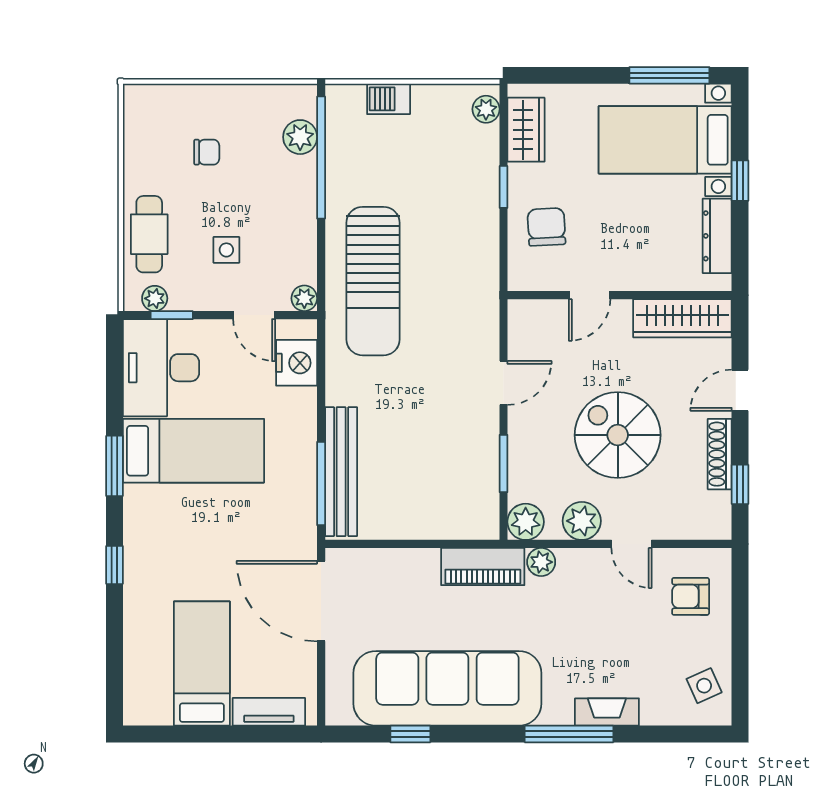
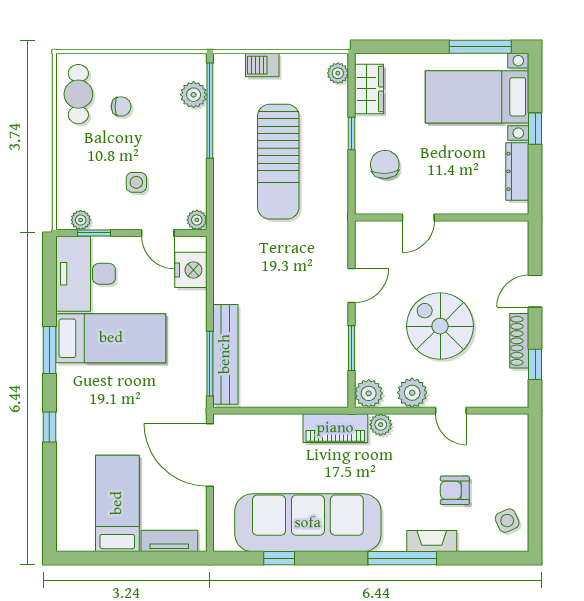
cafe table: (149, 234) -> (78, 94), moved
sun lounger: (373, 281) -> (278, 162), moved
wardrobe: (682, 318) -> (490, 235), removed
armchair: (691, 596) -> (455, 490), moved

